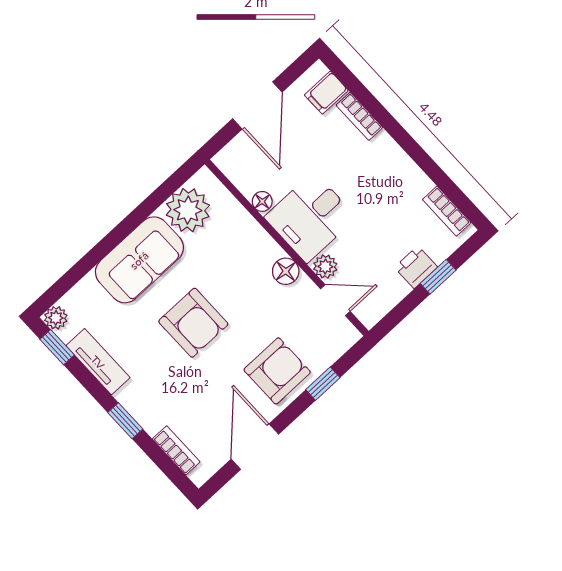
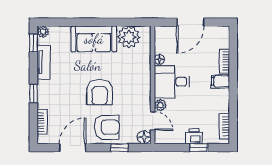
filing cabinet: (326, 93) -> (220, 81), moved
floor lamp: (286, 271) -> (144, 137), moved
armchair: (193, 323) -> (100, 92), moved

